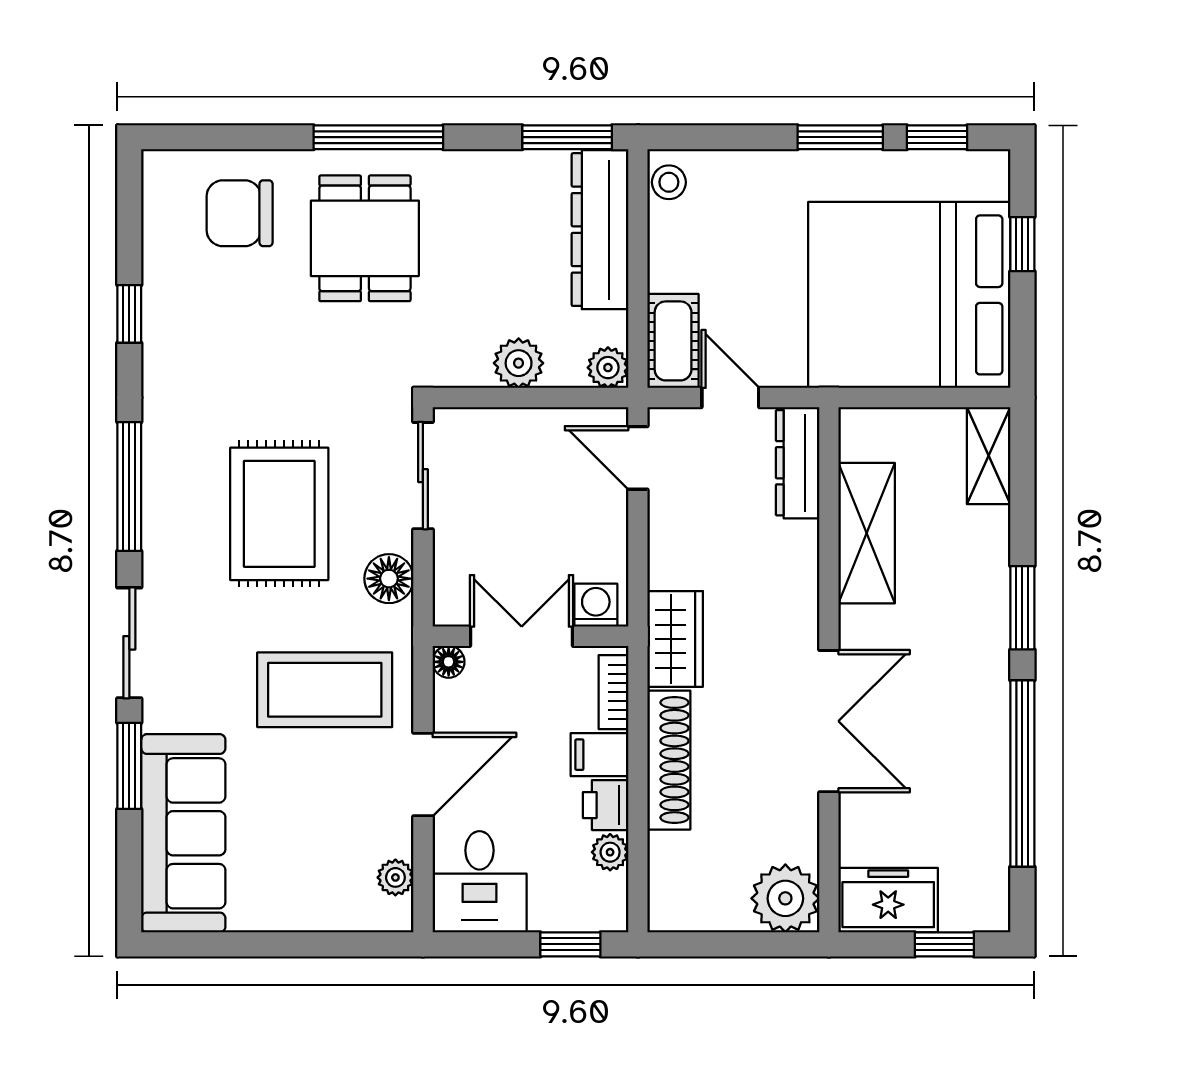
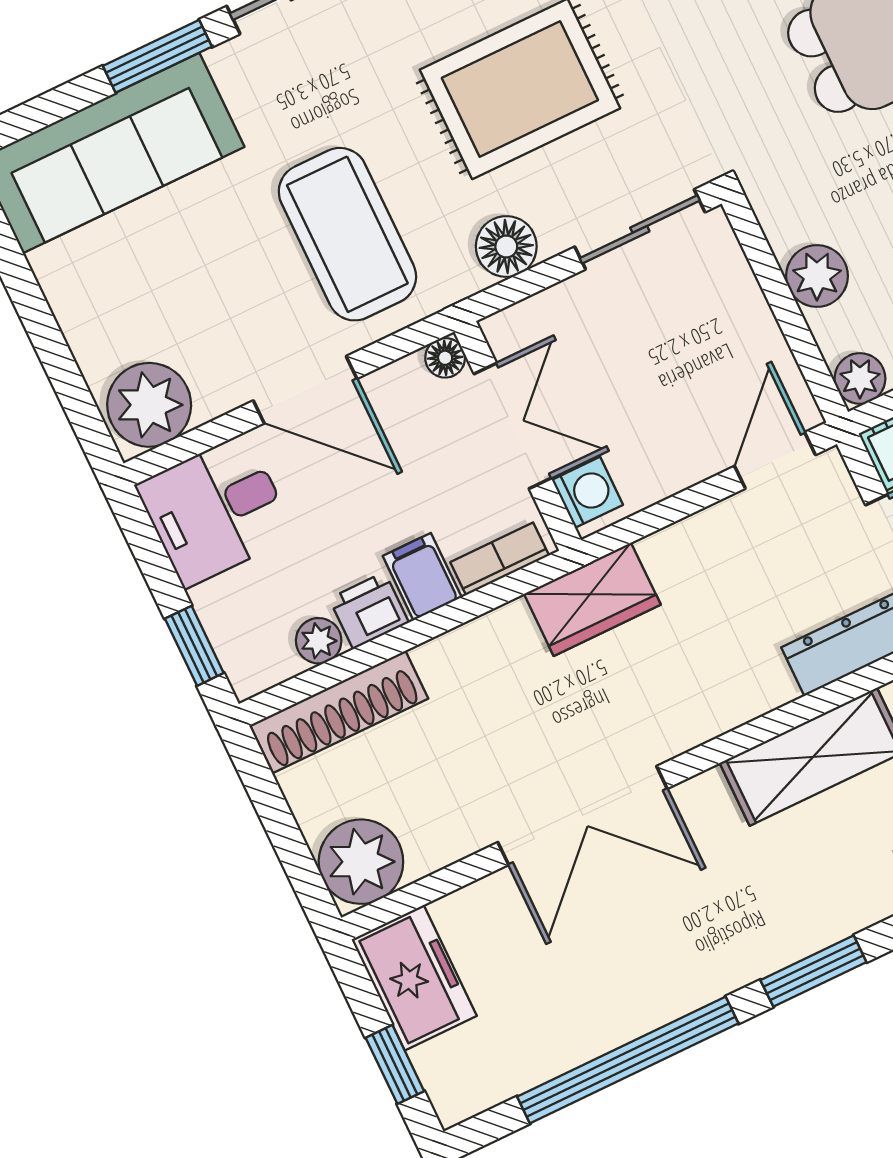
shoe rack: (669, 760) -> (339, 712), moved
plant: (395, 877) -> (149, 405), width x1.87, depth x1.87

